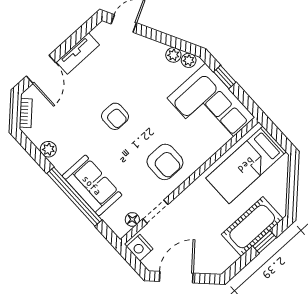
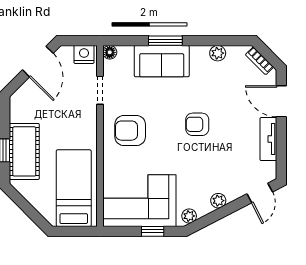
plant: (173, 55) -> (218, 201), moved
window: (74, 197) -> (165, 41), width x0.47
floor lamp: (132, 219) -> (110, 52), moved

